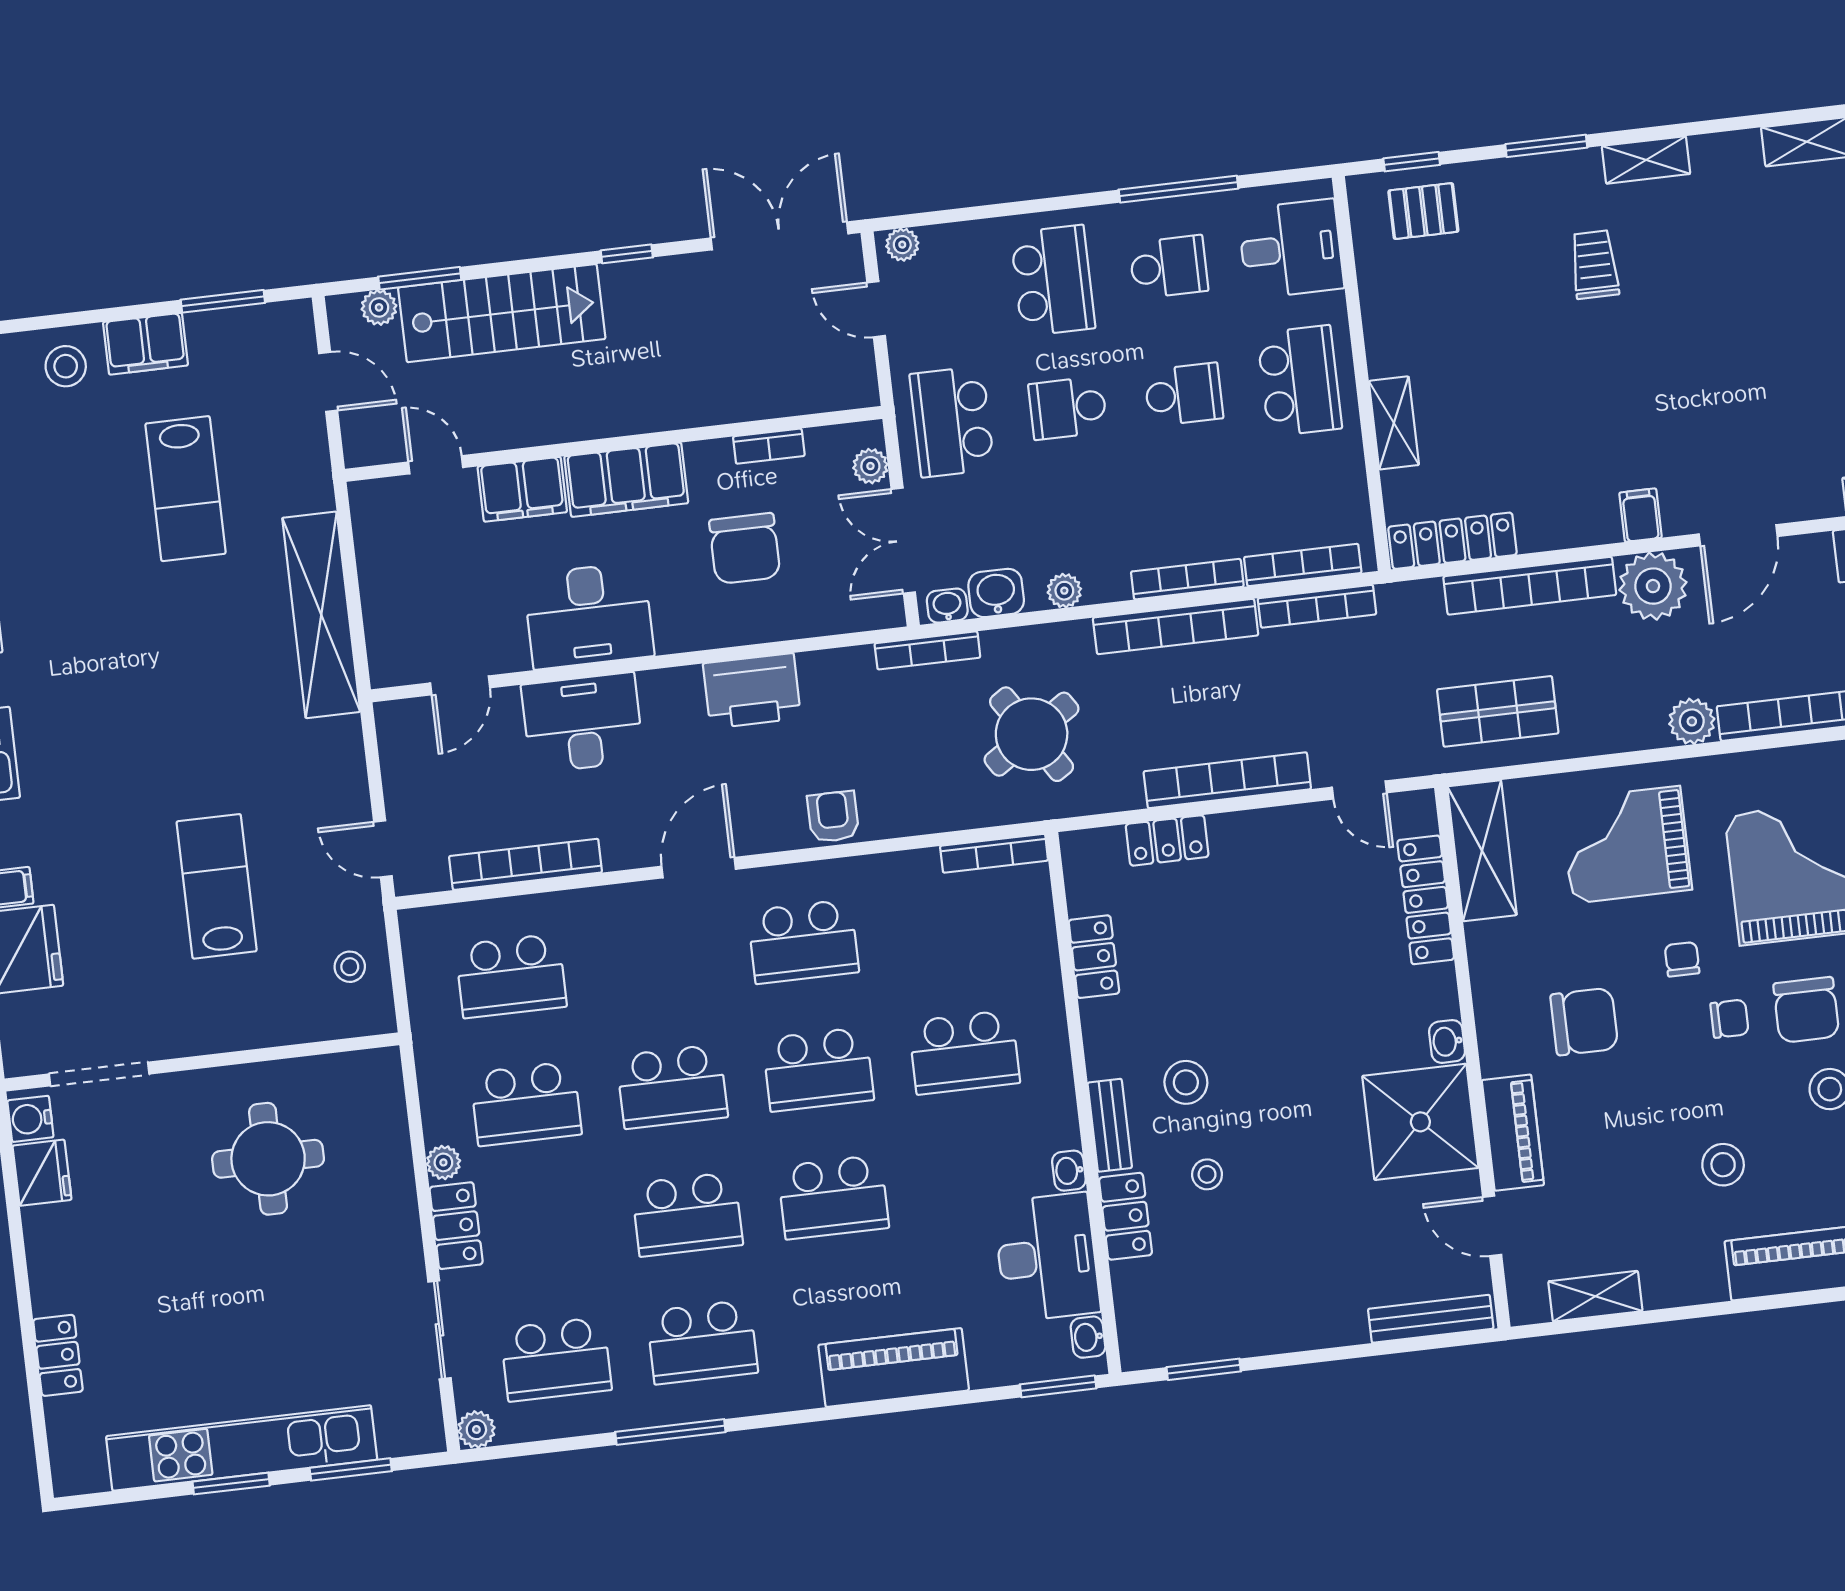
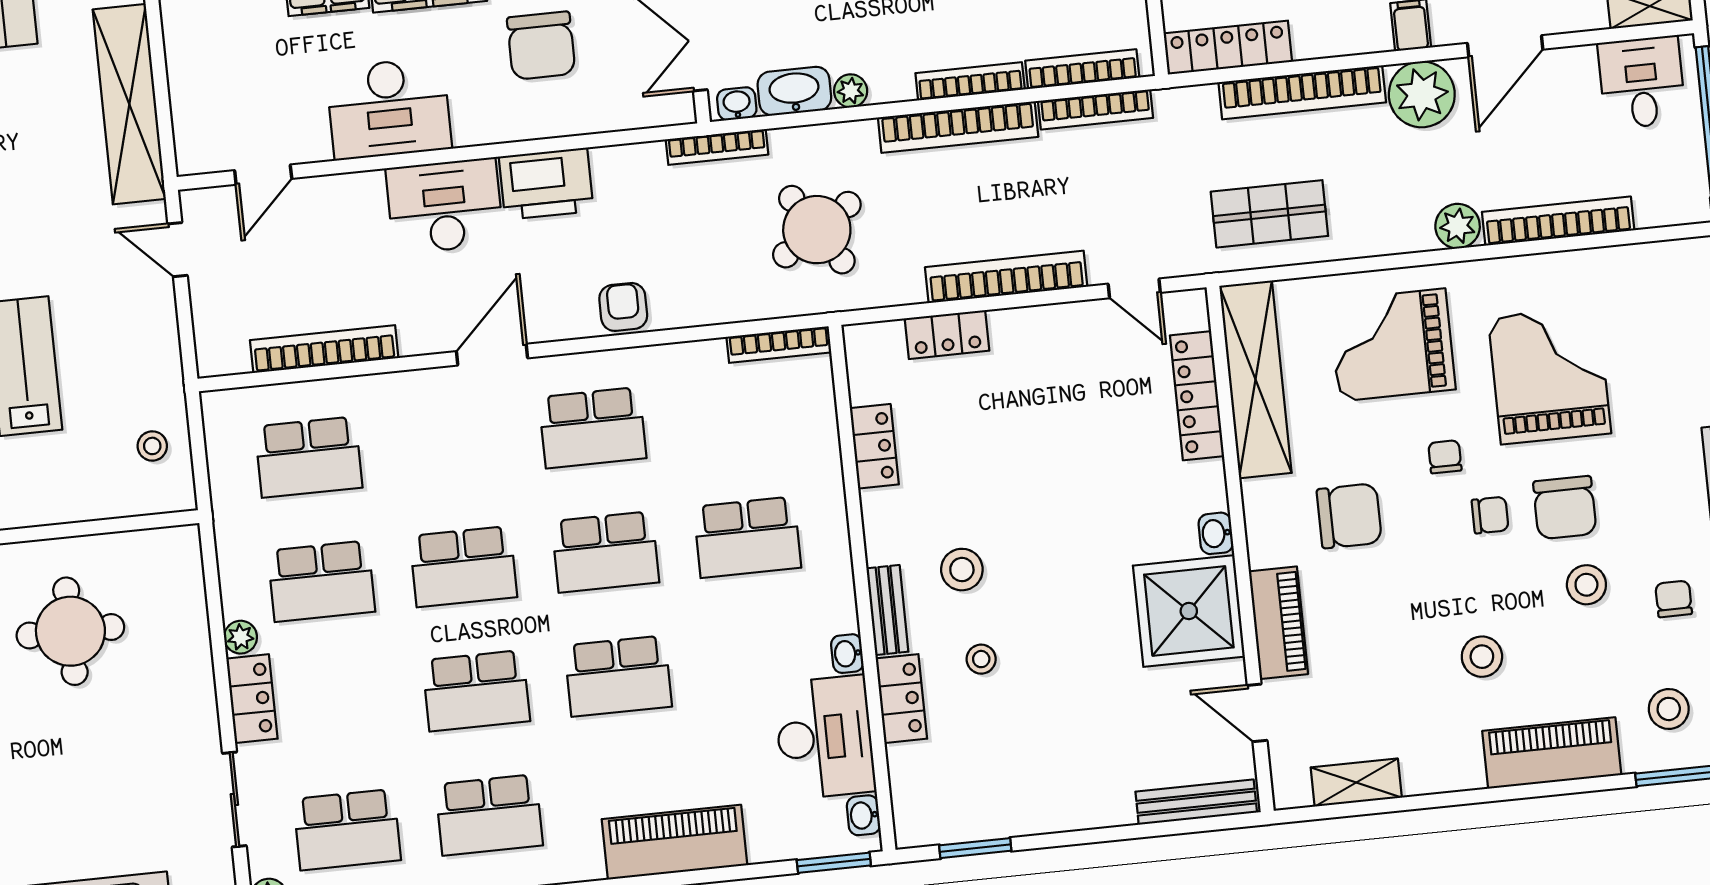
washbasin: (996, 593) -> (794, 91), width x1.38
desk: (583, 723) -> (445, 206), moved
door: (383, 849) -> (178, 250), moved
shelving: (1482, 851) -> (1255, 379), width x1.47

